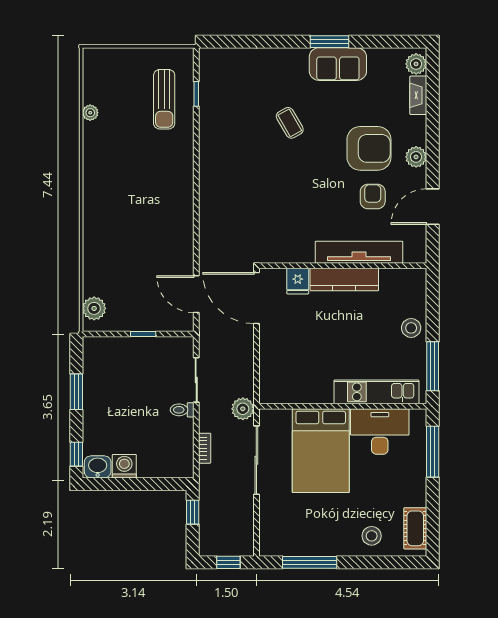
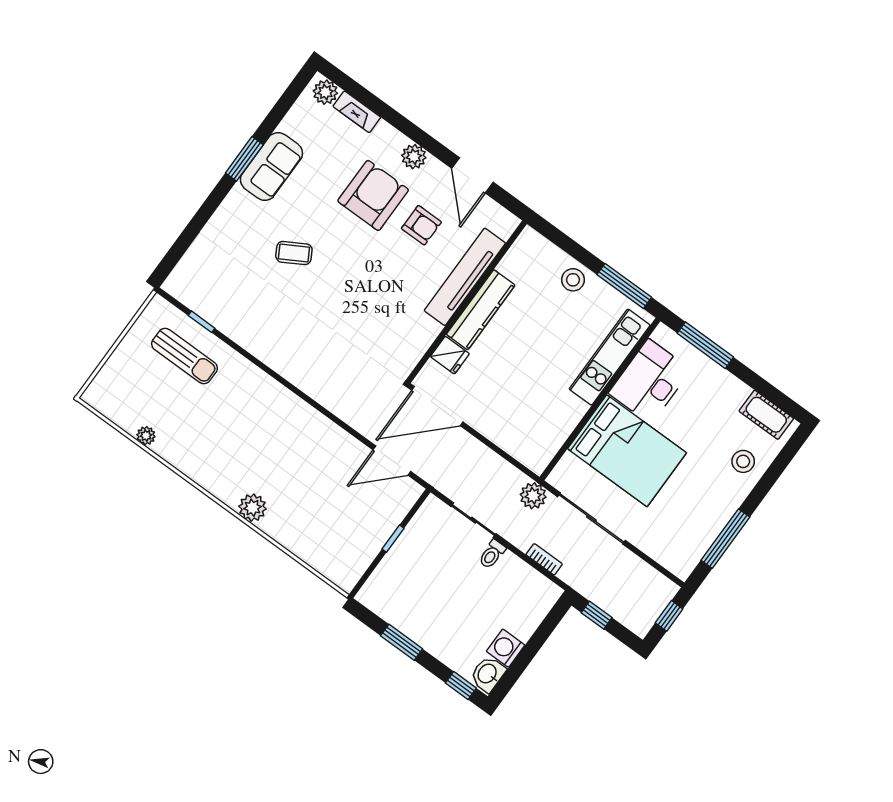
armchair: (373, 196) -> (421, 225), turned 180
plant: (94, 308) -> (252, 508), moved

